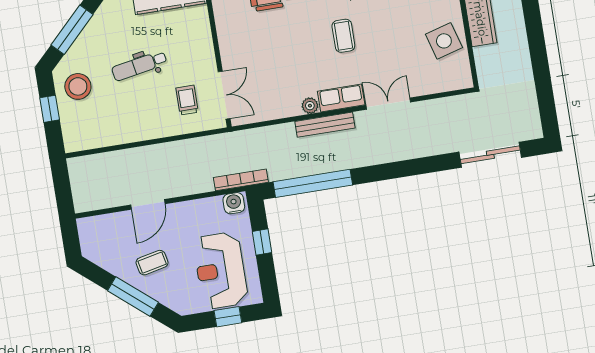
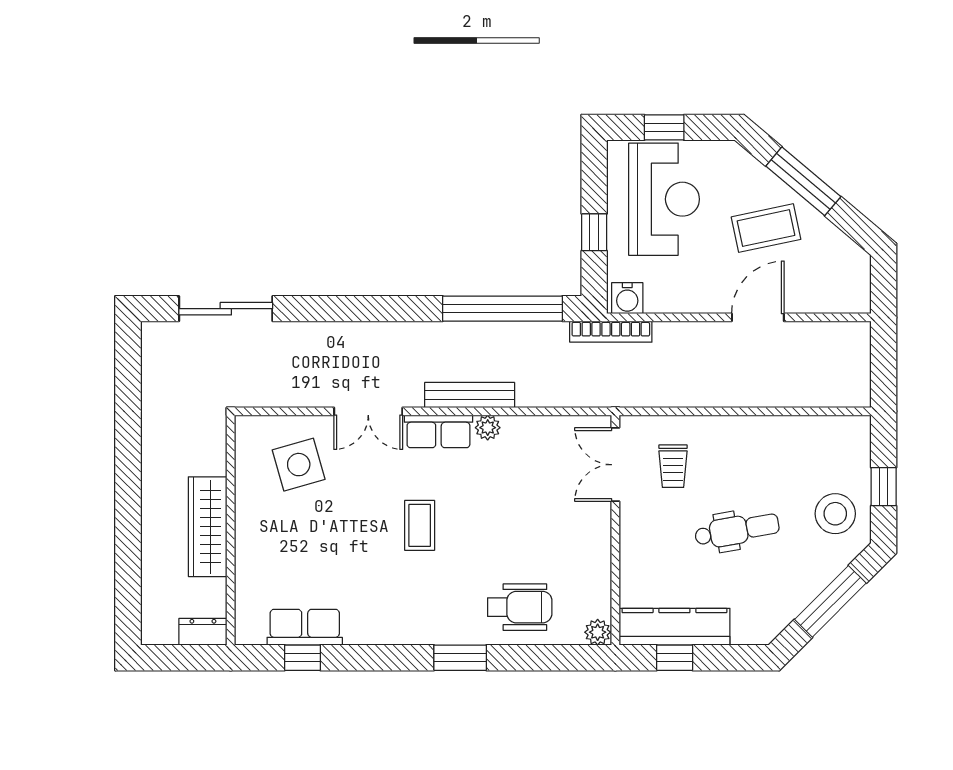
side table: (444, 41) -> (299, 465), moved
coffee table: (152, 263) -> (766, 228), width x1.36, depth x1.30

